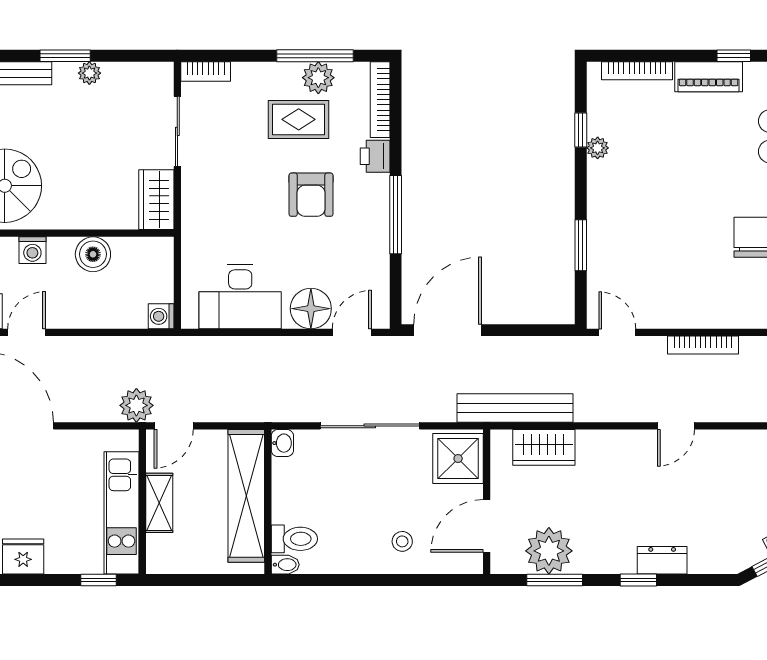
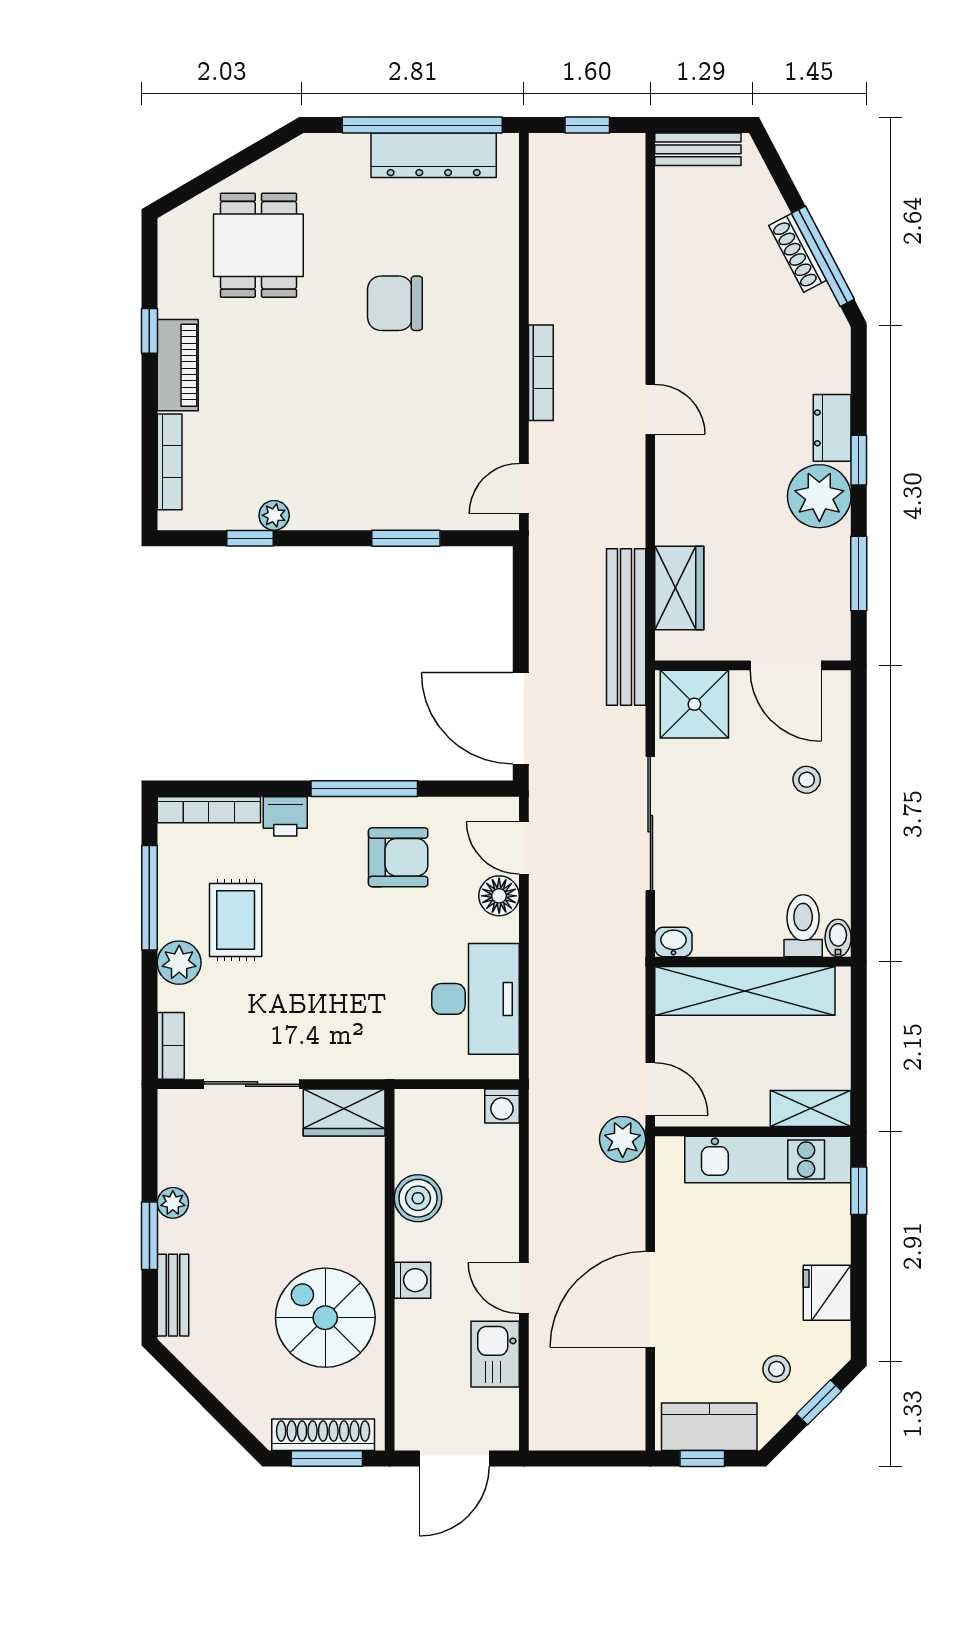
plant: (318, 78) -> (179, 963), moved
armchair: (311, 195) -> (398, 857), moved
floor lamp: (311, 309) -> (499, 896), width x0.73, depth x0.73
shelving: (159, 503) -> (811, 1109), moved
plant: (549, 551) -> (819, 496), moved

